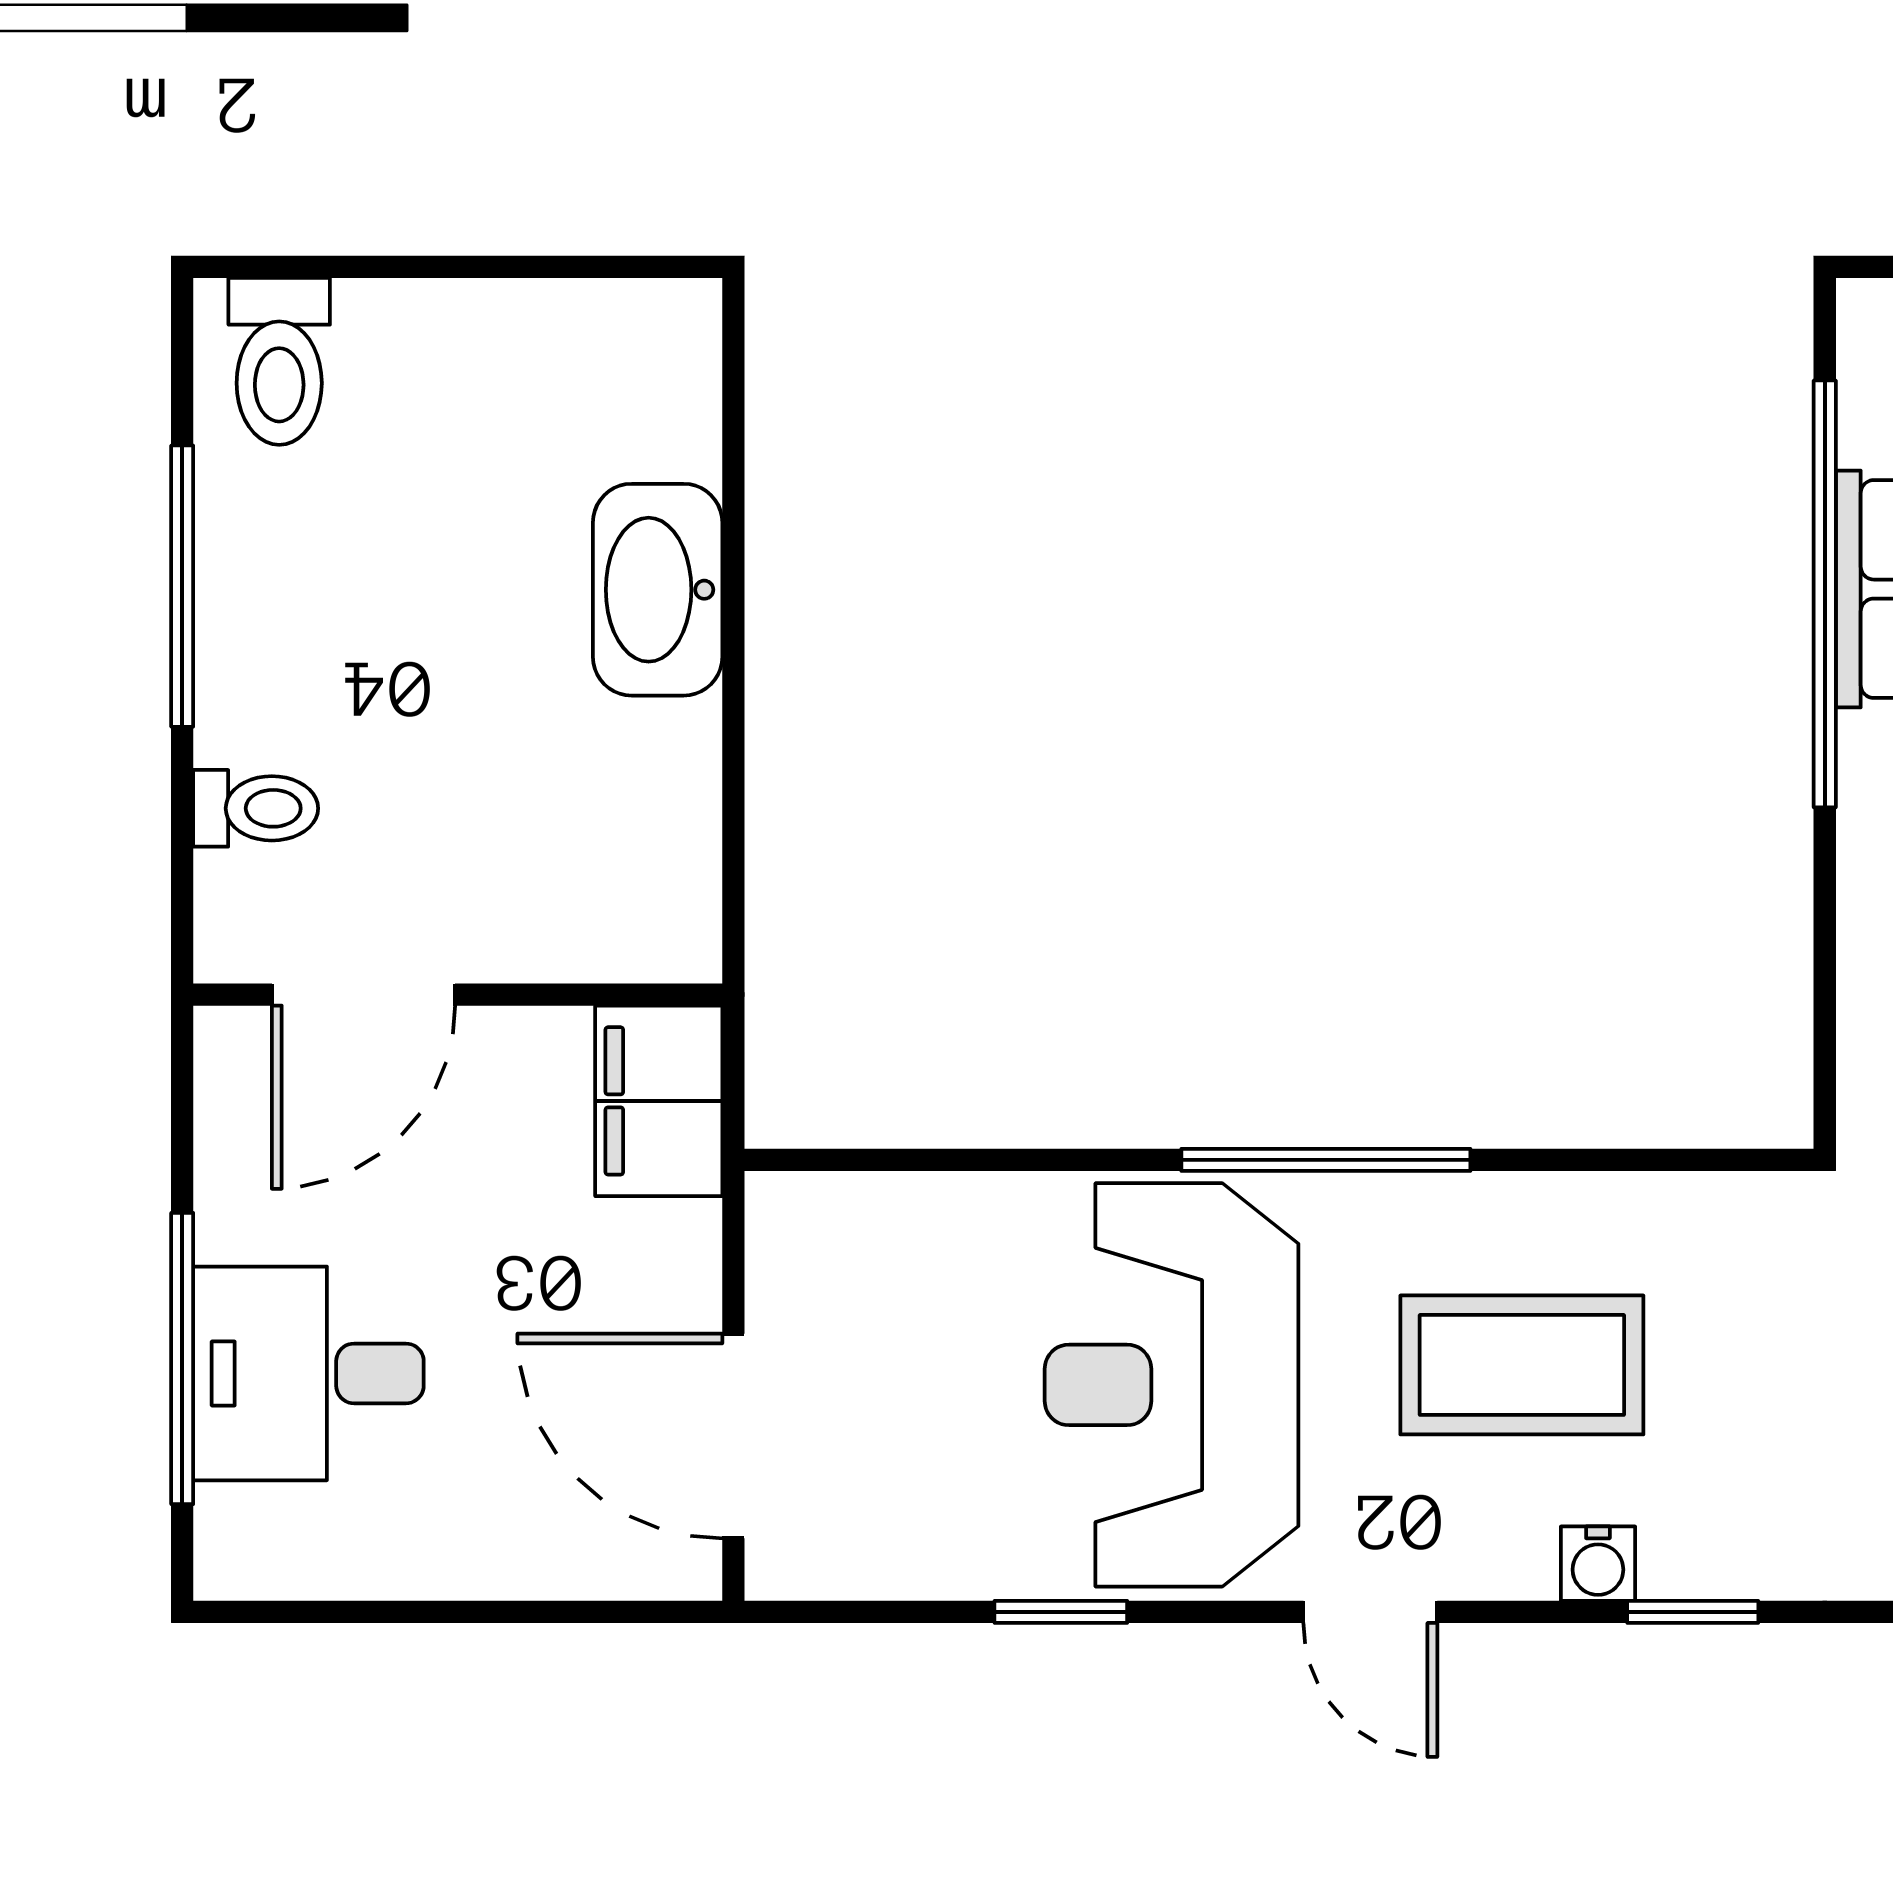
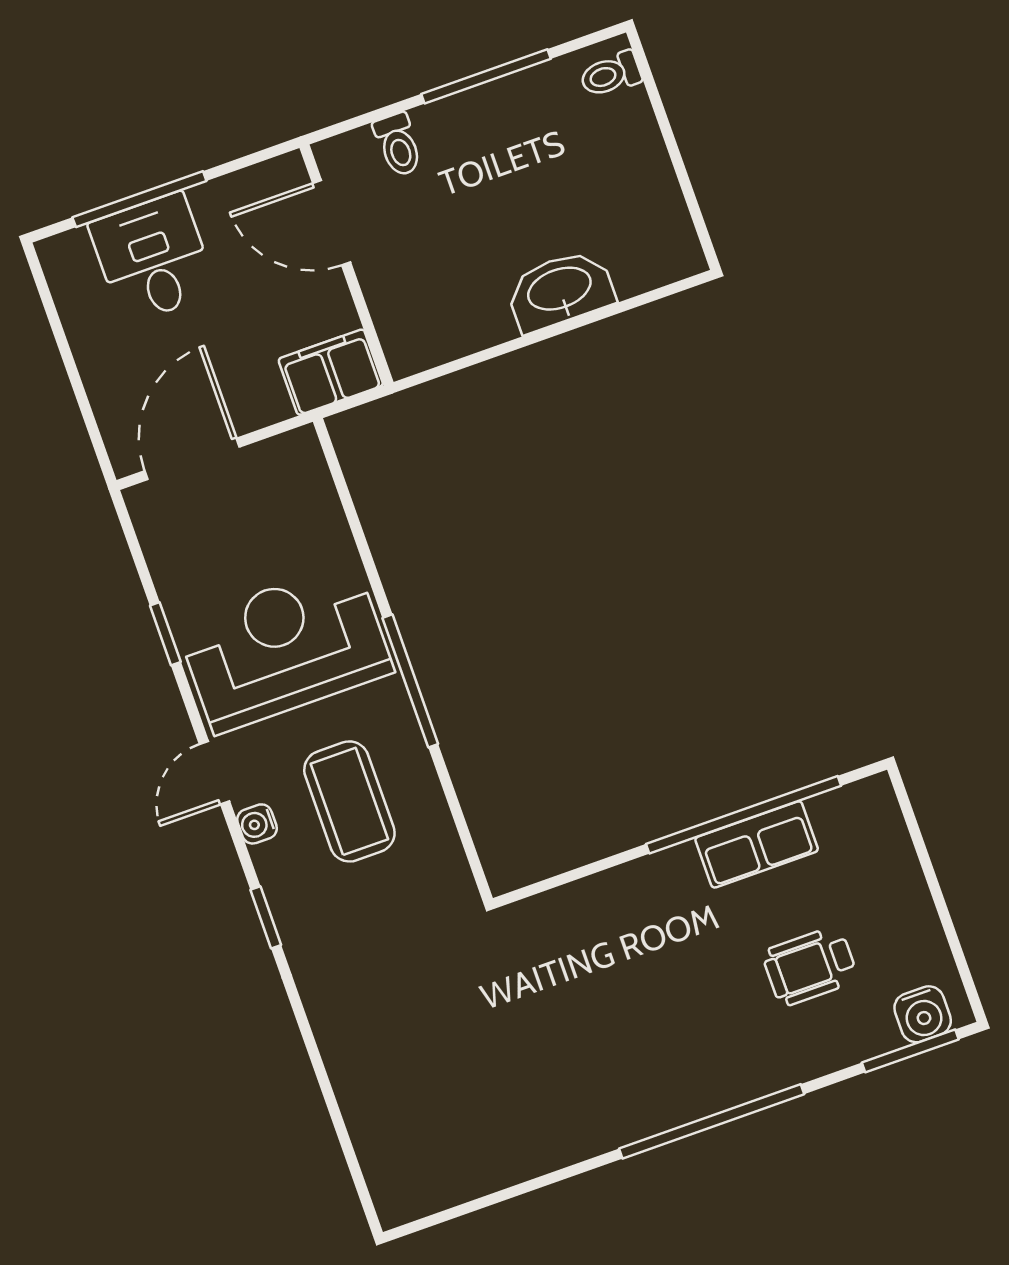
toilet: (279, 361) -> (611, 74), width x0.73, depth x0.72
water cooler: (1598, 1564) -> (257, 824), moved

